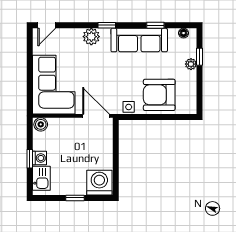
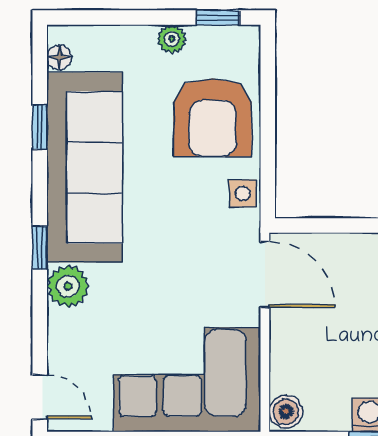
sofa: (139, 40) -> (85, 167), width x1.36, depth x1.27
window: (200, 57) -> (218, 18), moved
plant: (191, 64) -> (172, 39), moved
door: (96, 116) -> (265, 275), swing flipped

